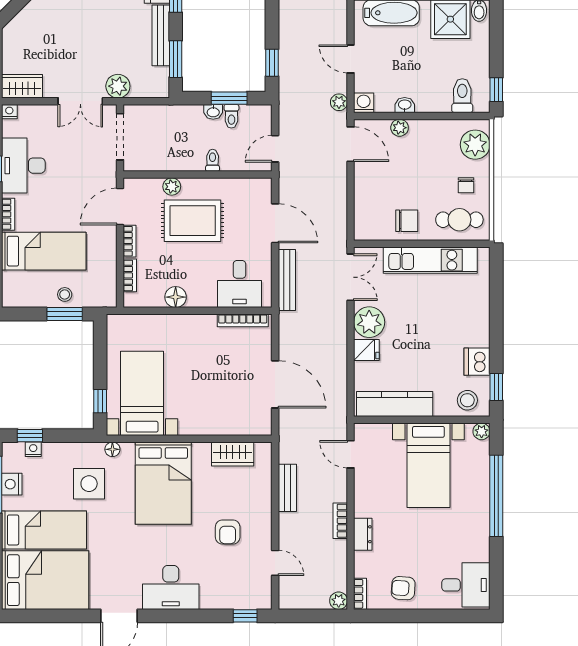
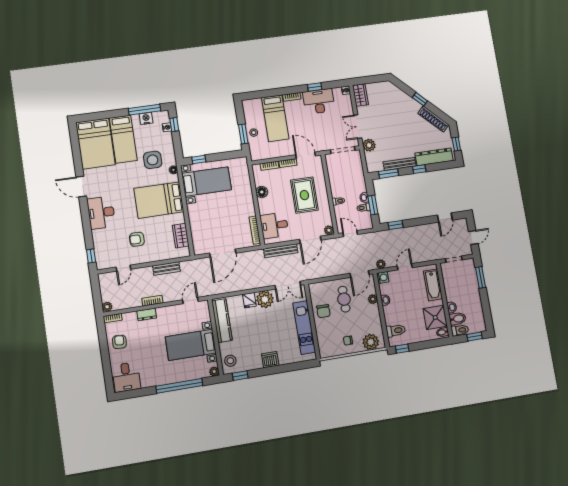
plant: (172, 187) -> (329, 230), moved
cafe table: (459, 220) -> (344, 299), moved
dishwasher: (477, 362) -> (270, 360), moved

